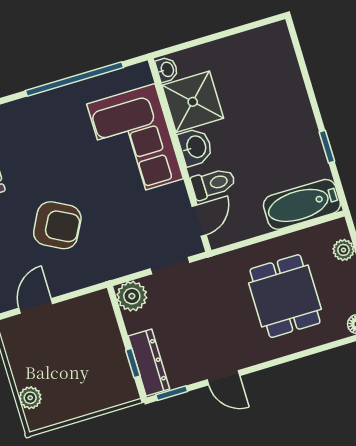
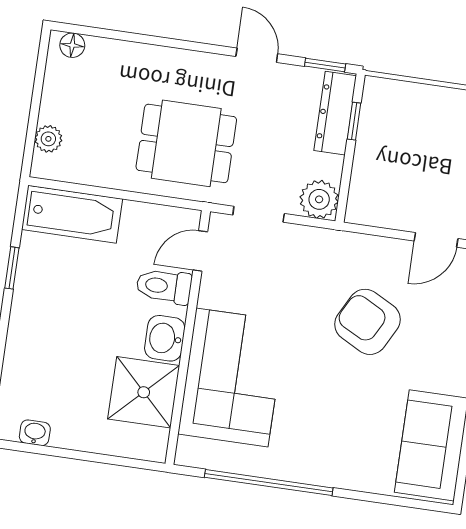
washbasin: (167, 69) -> (35, 433), moved, turned 90
dining table: (285, 296) -> (186, 143), moved, turned 90

